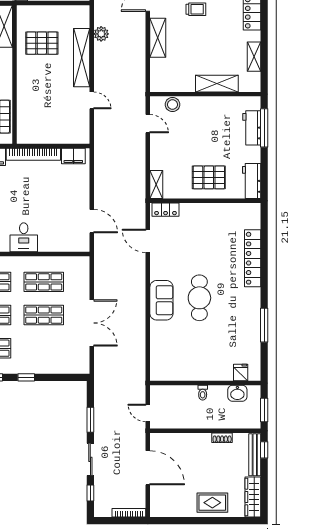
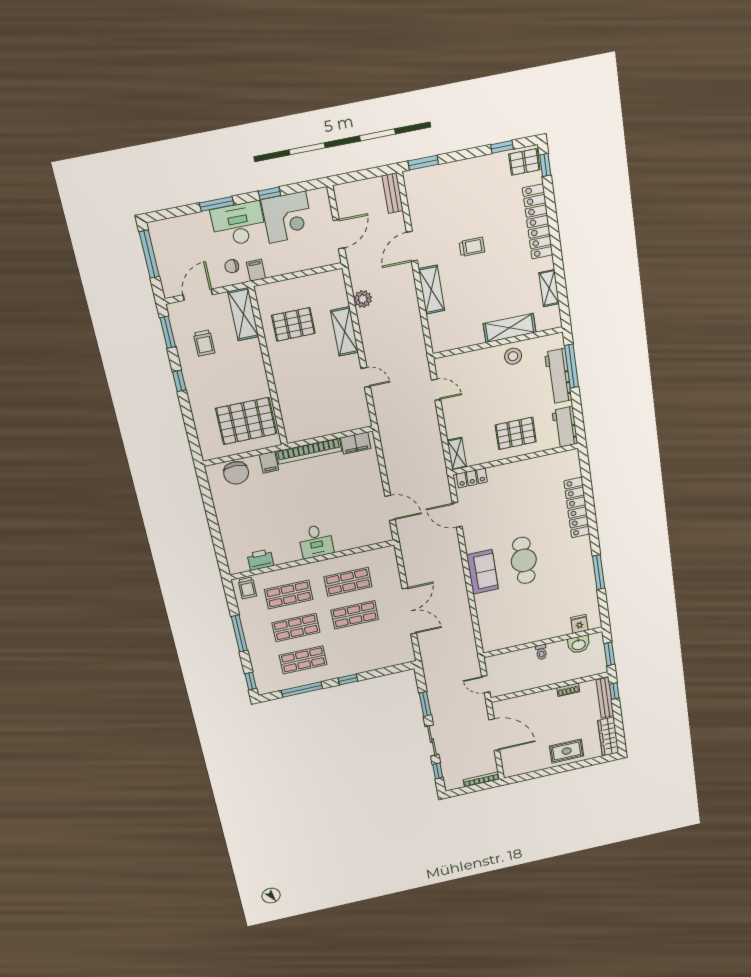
shelving: (82, 58) -> (344, 331), width x0.68
stool: (172, 105) -> (513, 356), moved
workbench: (252, 128) -> (558, 376), width x1.37

